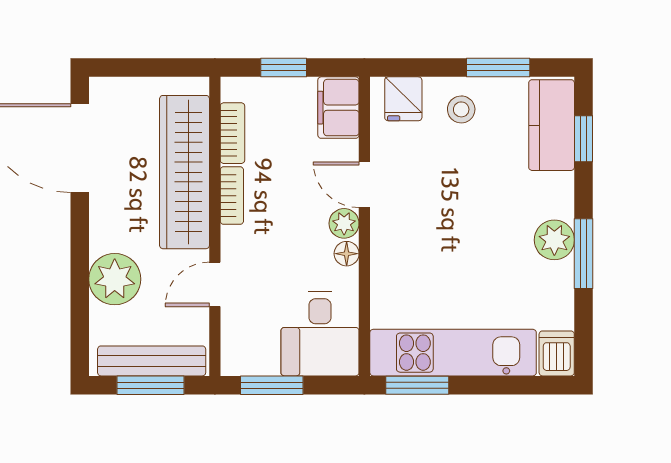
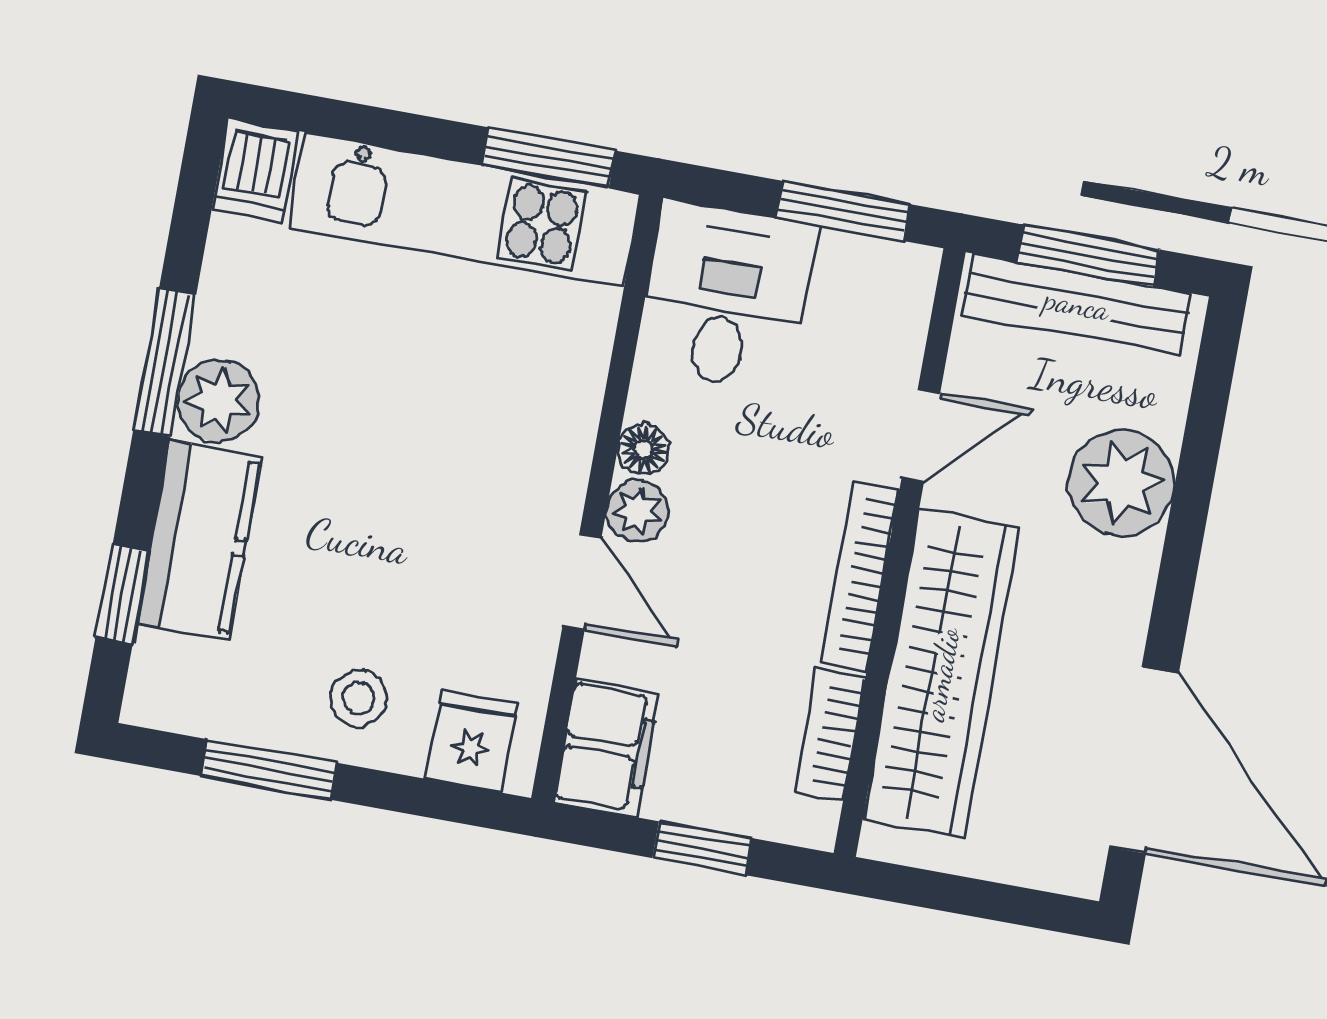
kitchen counter: (552, 125) -> (199, 540), moved
bookcase: (232, 196) -> (860, 576), width x1.56

